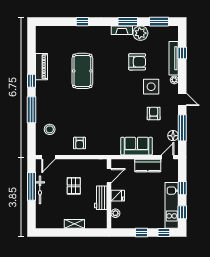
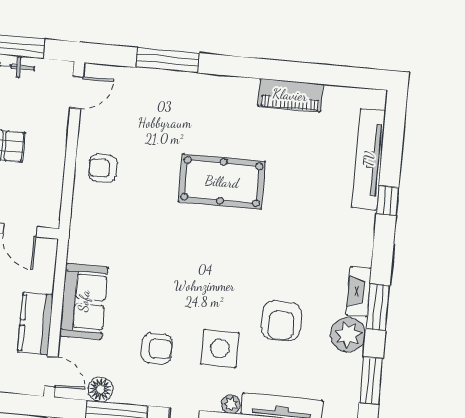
tv unit: (66, 31) -> (369, 159), added
pool table: (82, 71) -> (222, 182), moved
window: (31, 81) -> (260, 68), removed
window: (31, 110) -> (168, 60), moved
stool: (50, 129) -> (141, 101), removed
door: (48, 157) -> (77, 92), swing flipped

